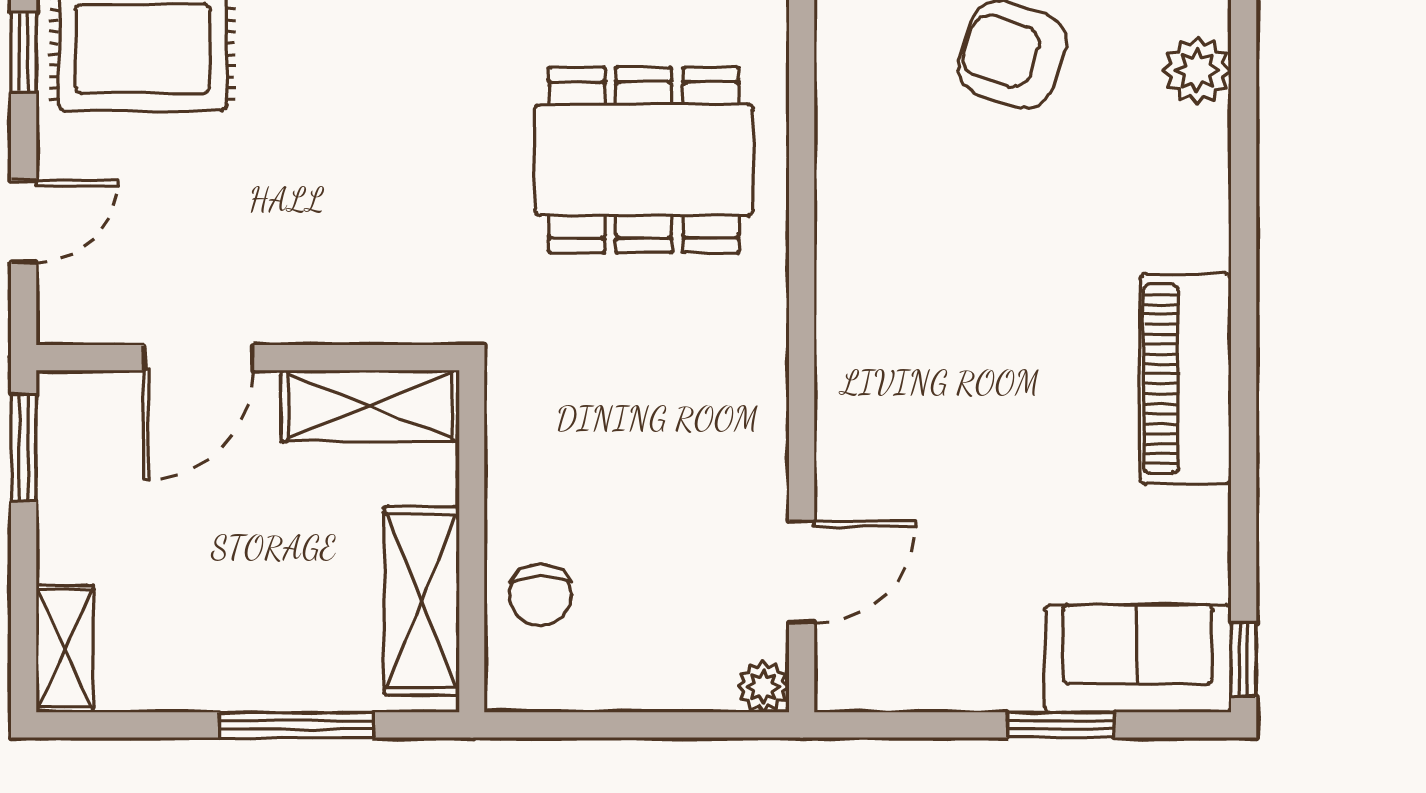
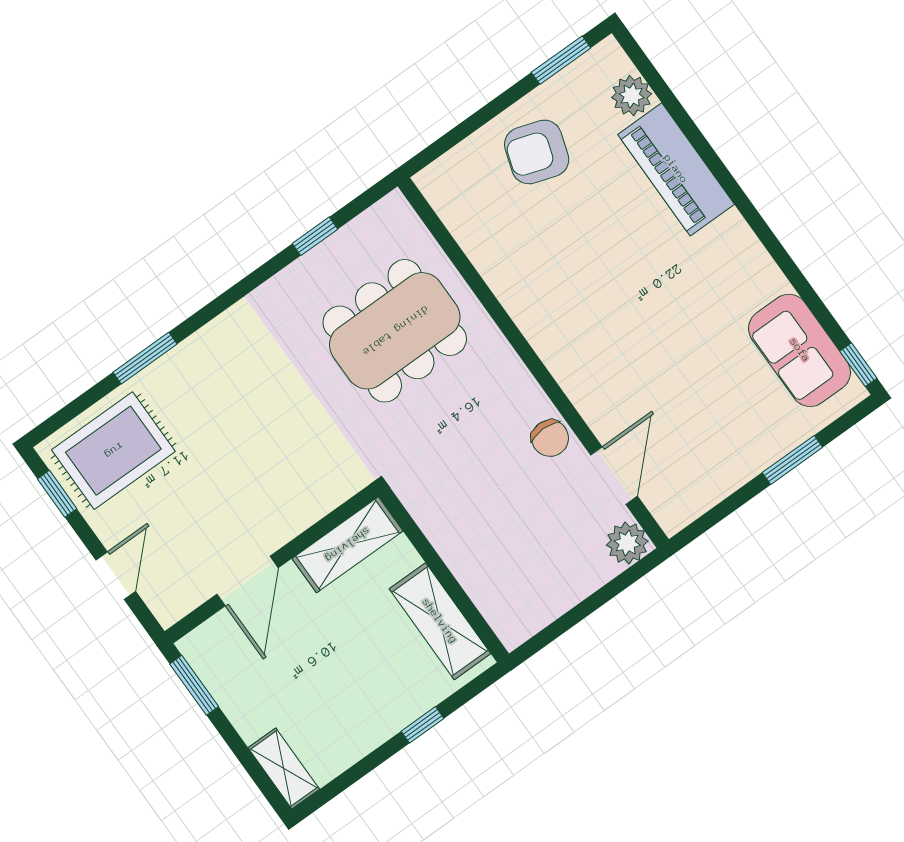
piano: (1186, 379) -> (676, 169), moved
chair: (541, 595) -> (550, 438), moved
sofa: (1138, 659) -> (800, 350), moved, turned -90
plant: (763, 687) -> (627, 543), width x1.38, depth x1.38
window: (297, 725) -> (422, 725), width x0.46

